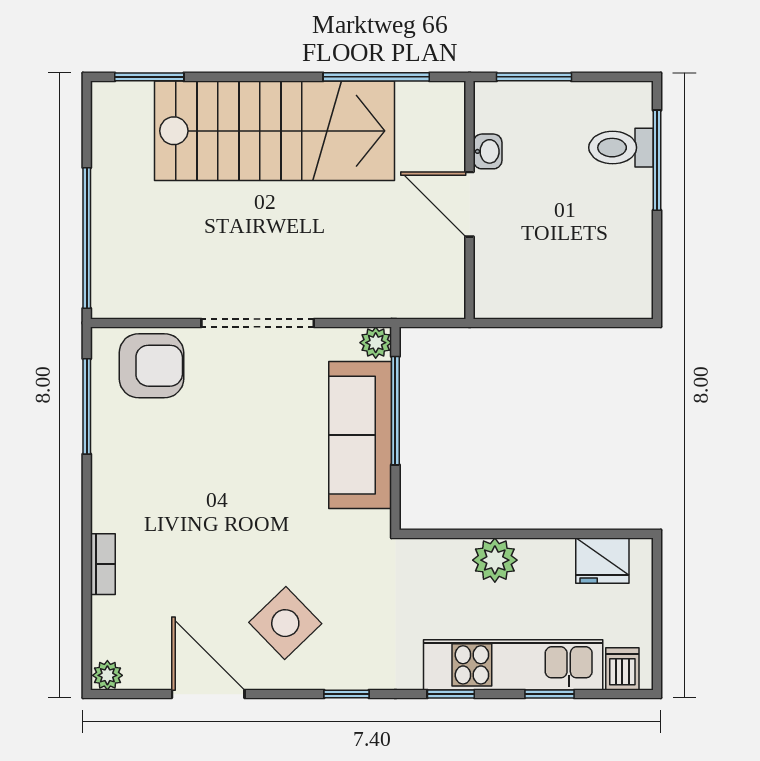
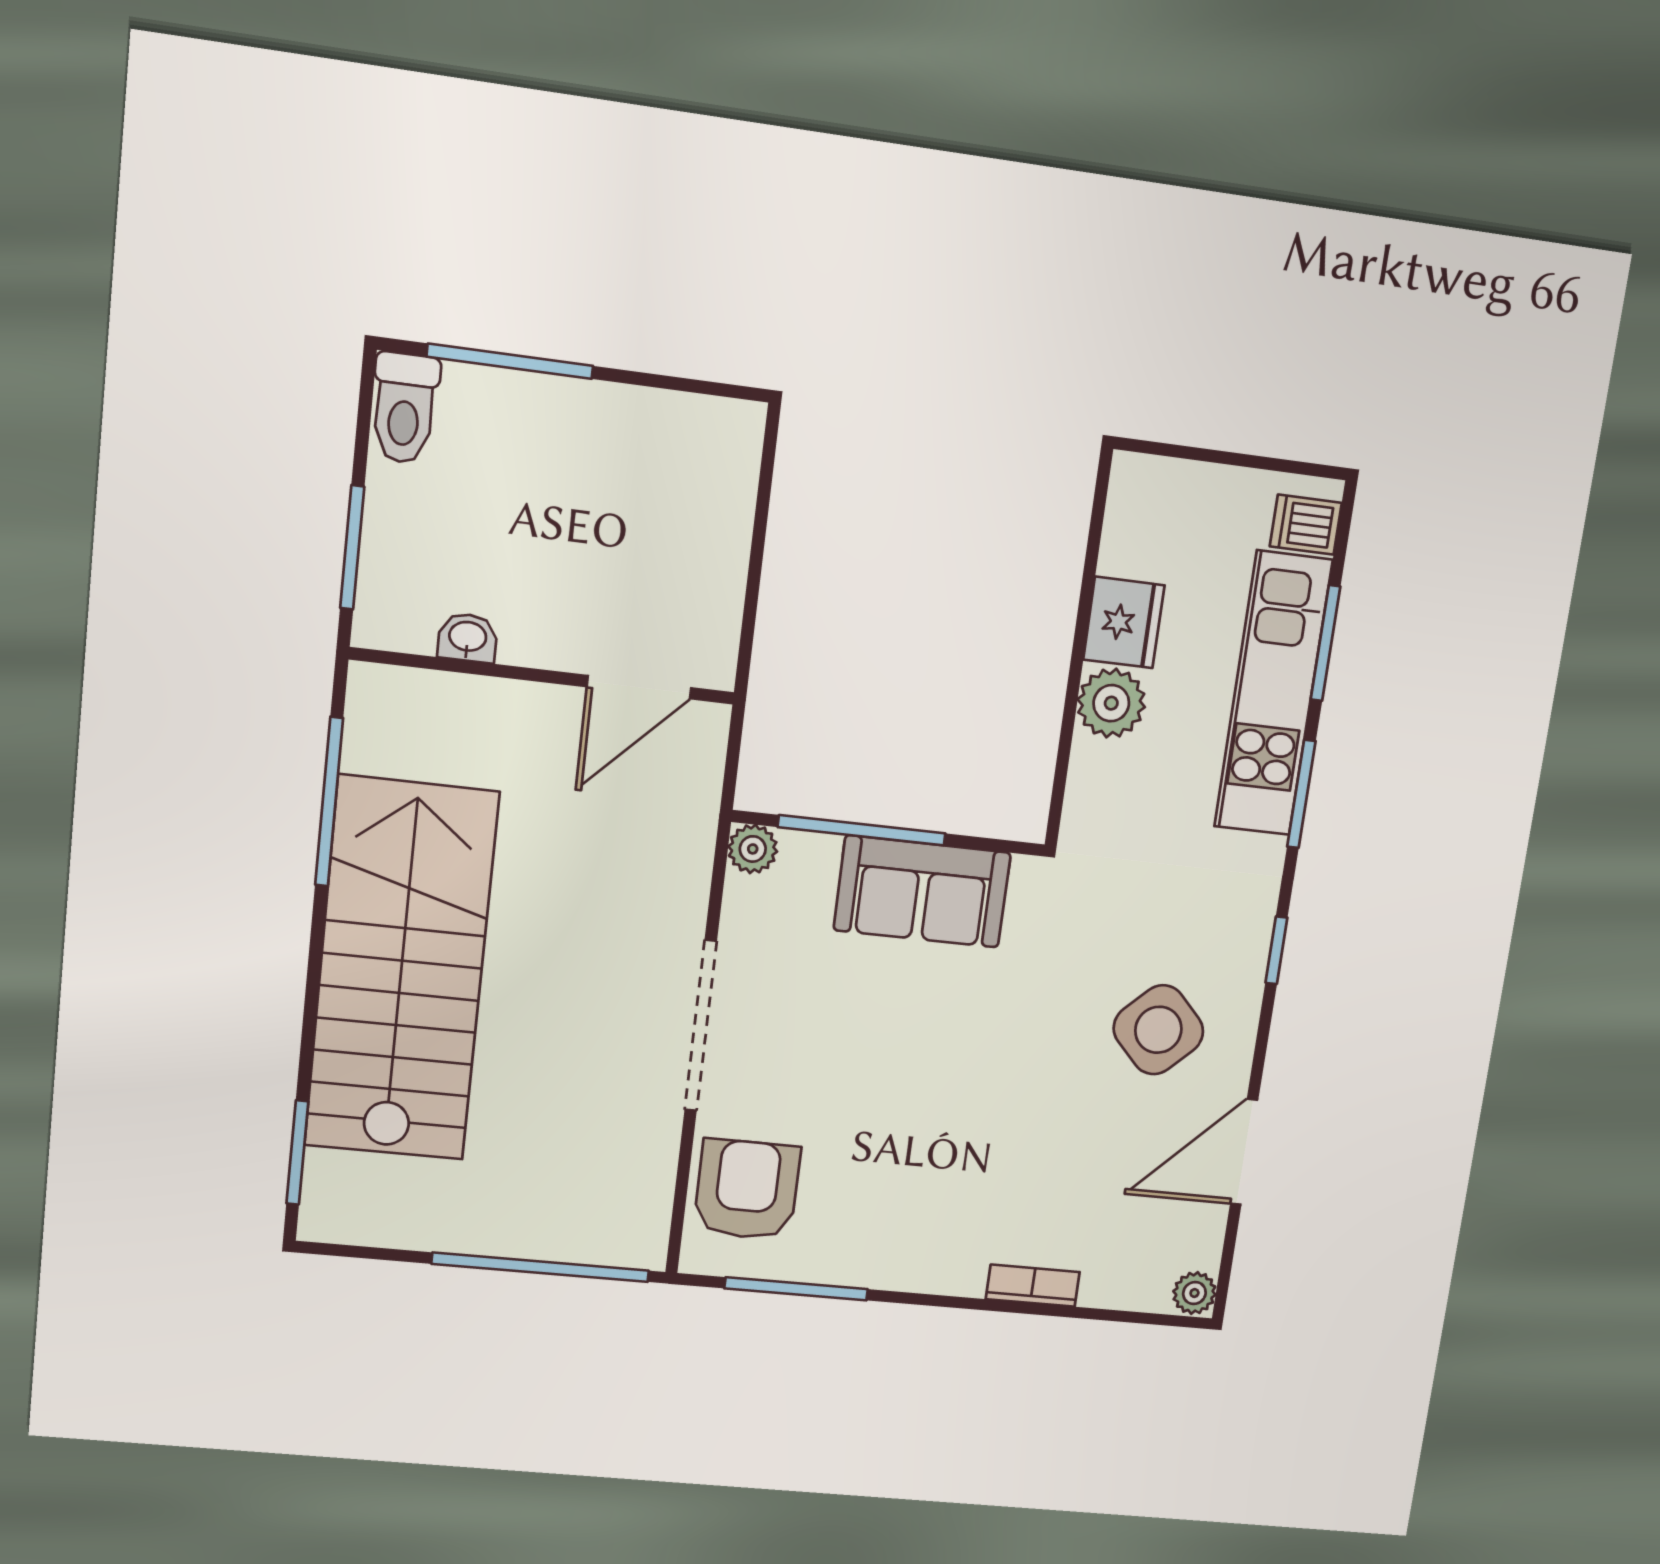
toilet: (621, 148) -> (404, 408), moved
door: (470, 204) -> (639, 687), moved
sofa: (360, 435) -> (922, 891), width x0.73
fridge: (602, 561) -> (1124, 622), moved
window: (451, 694) -> (1301, 794), width x1.50
window: (550, 694) -> (1325, 643), width x1.50

